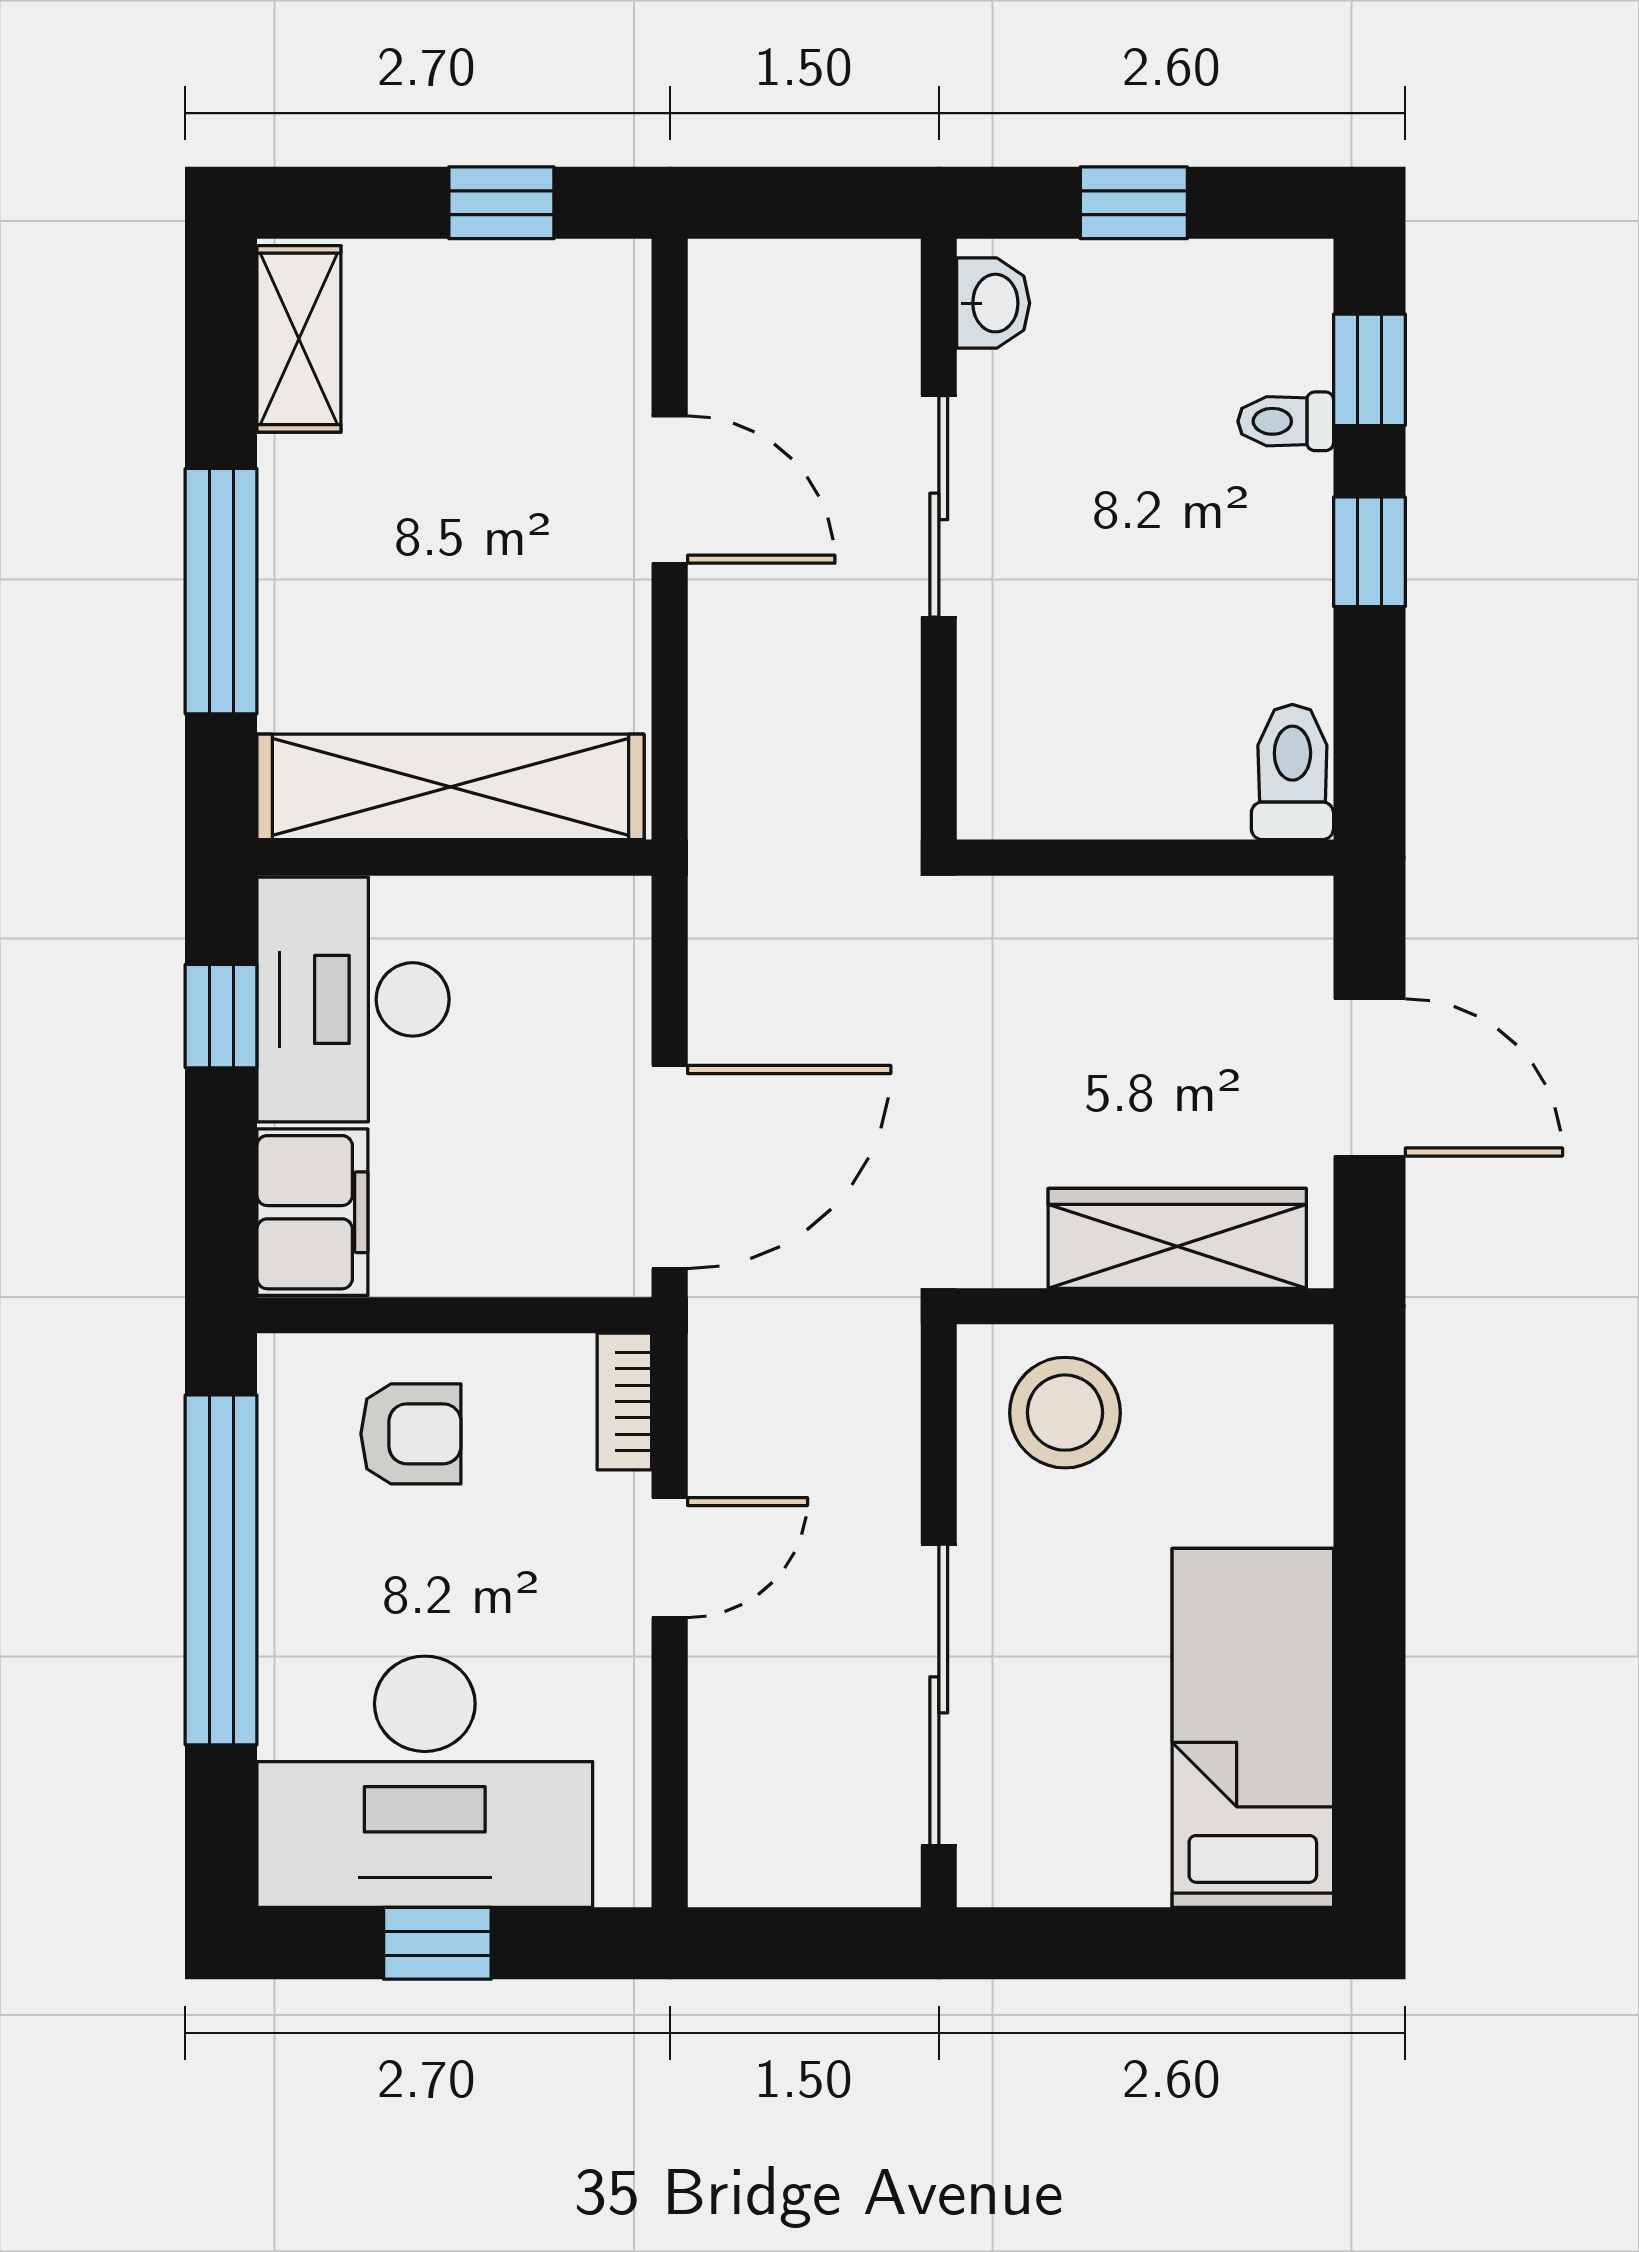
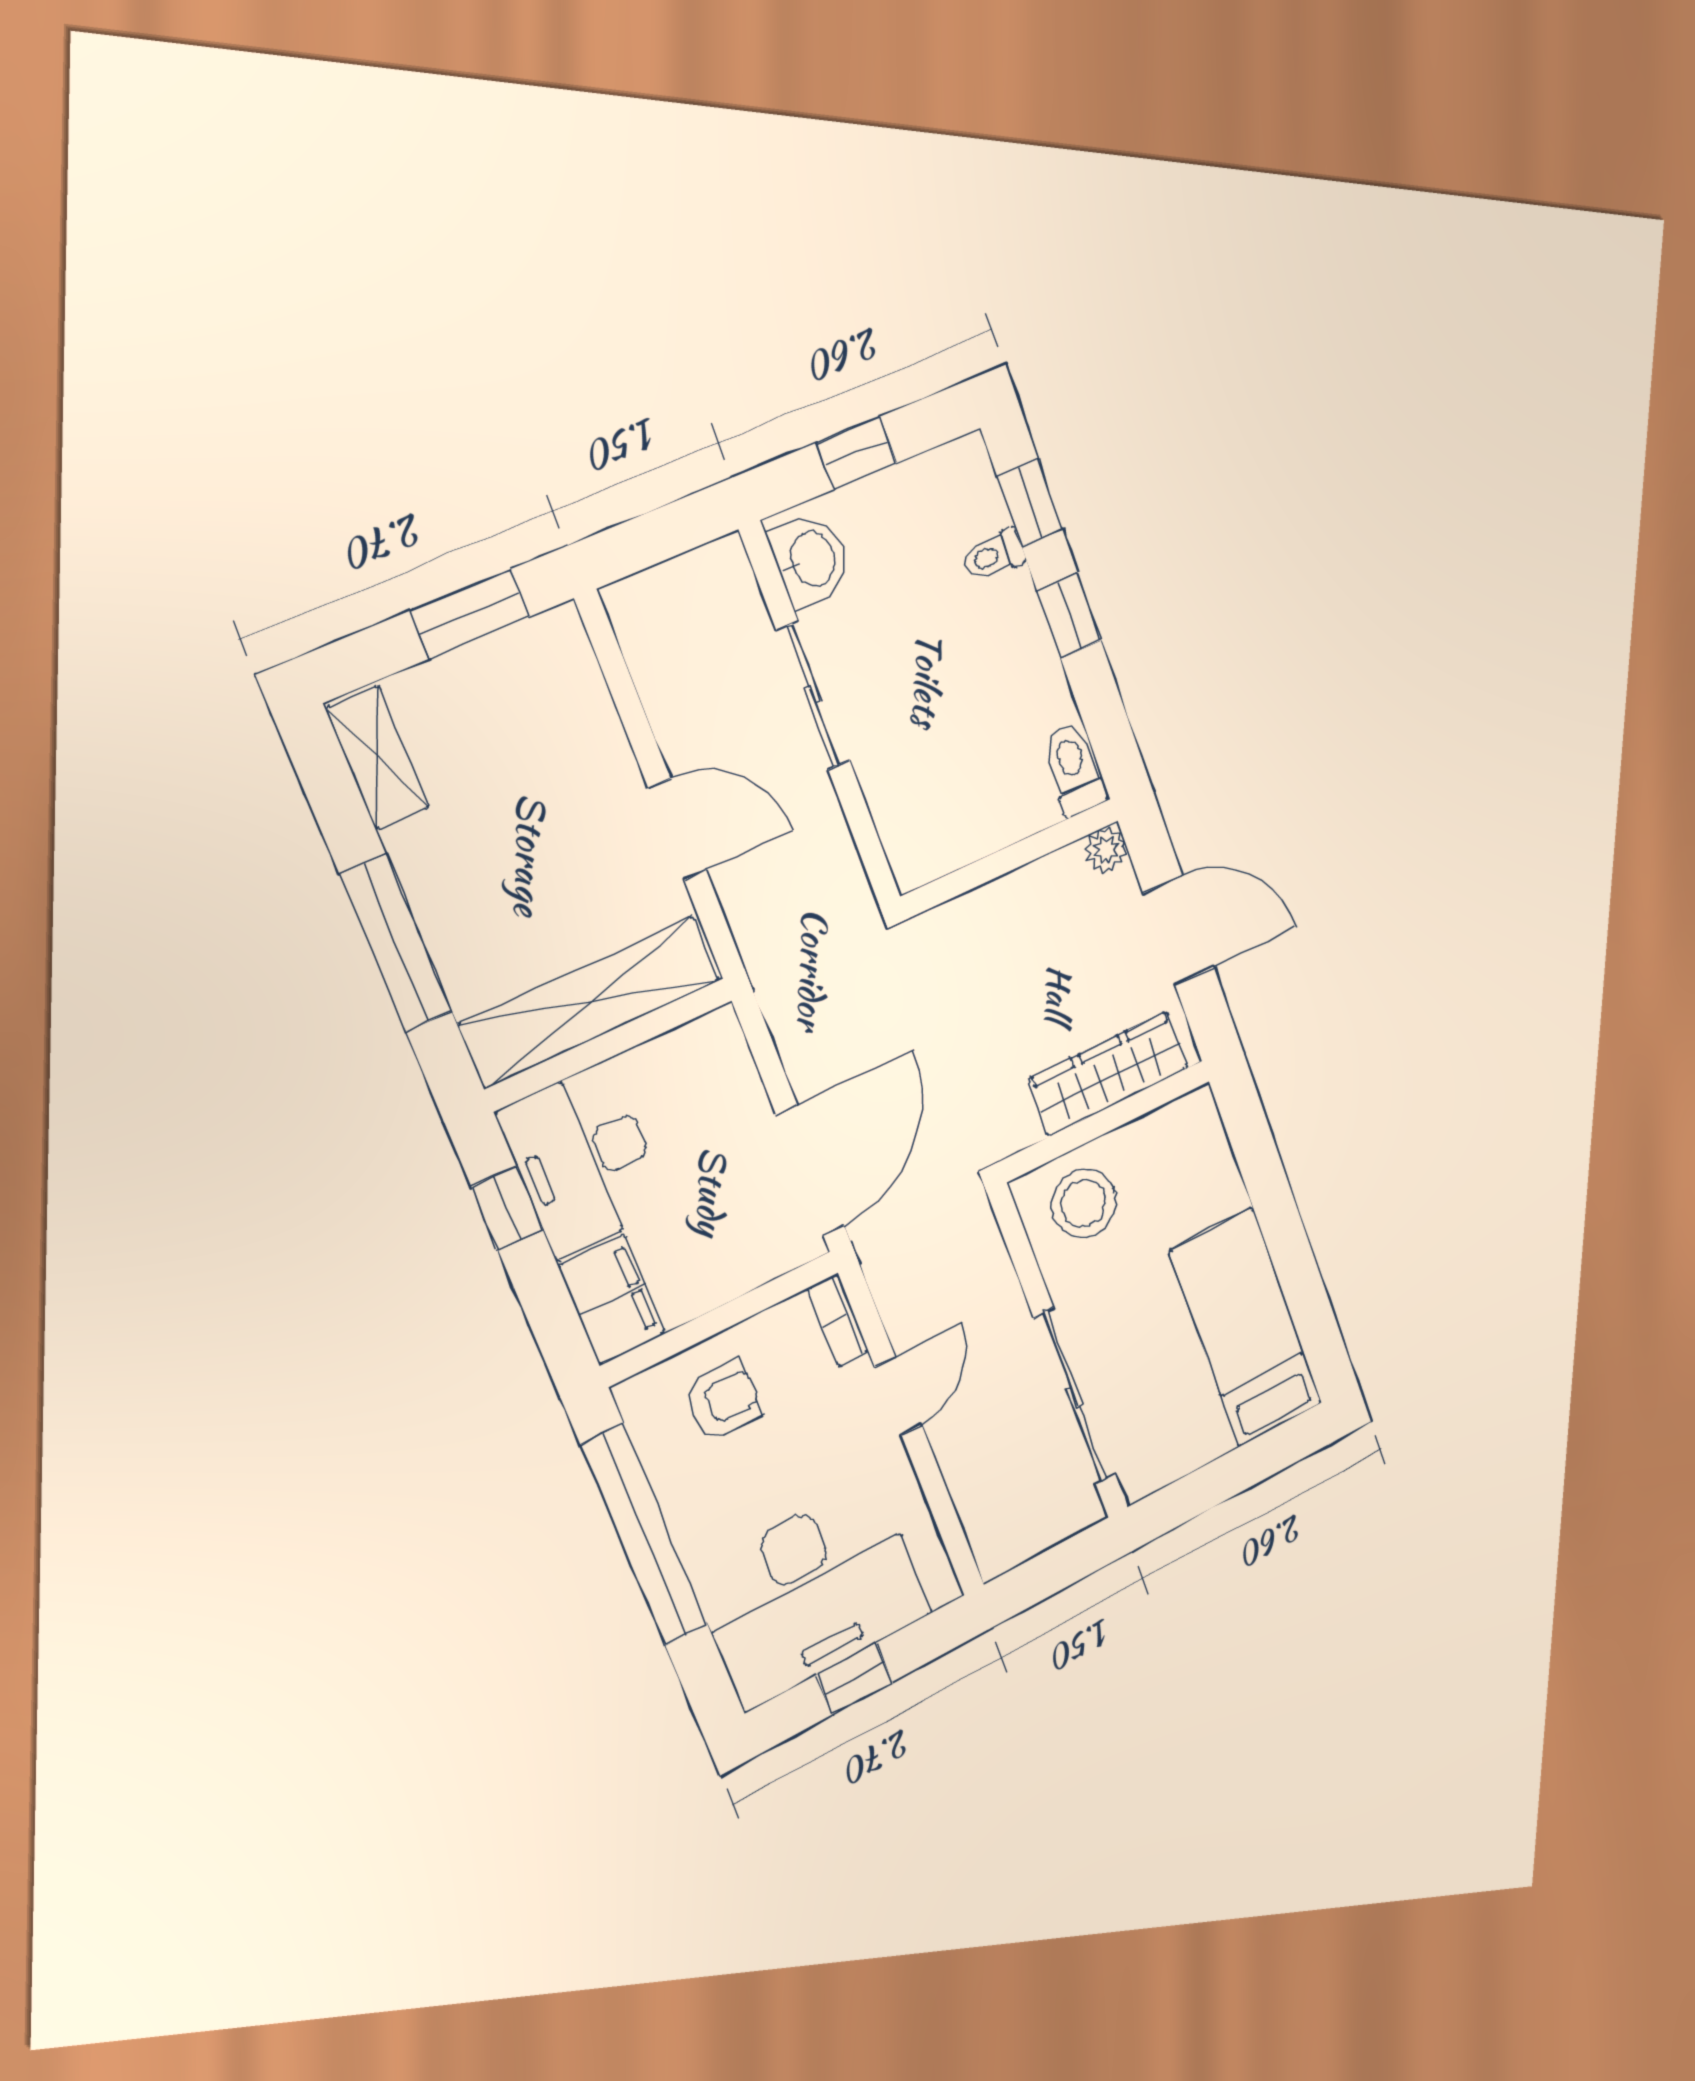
window: (501, 203) -> (470, 614), width x1.50
washbasin: (993, 303) -> (811, 560), width x1.38, depth x1.45
door: (670, 490) -> (677, 829), moved
plant: (1299, 911) -> (1106, 850), added

